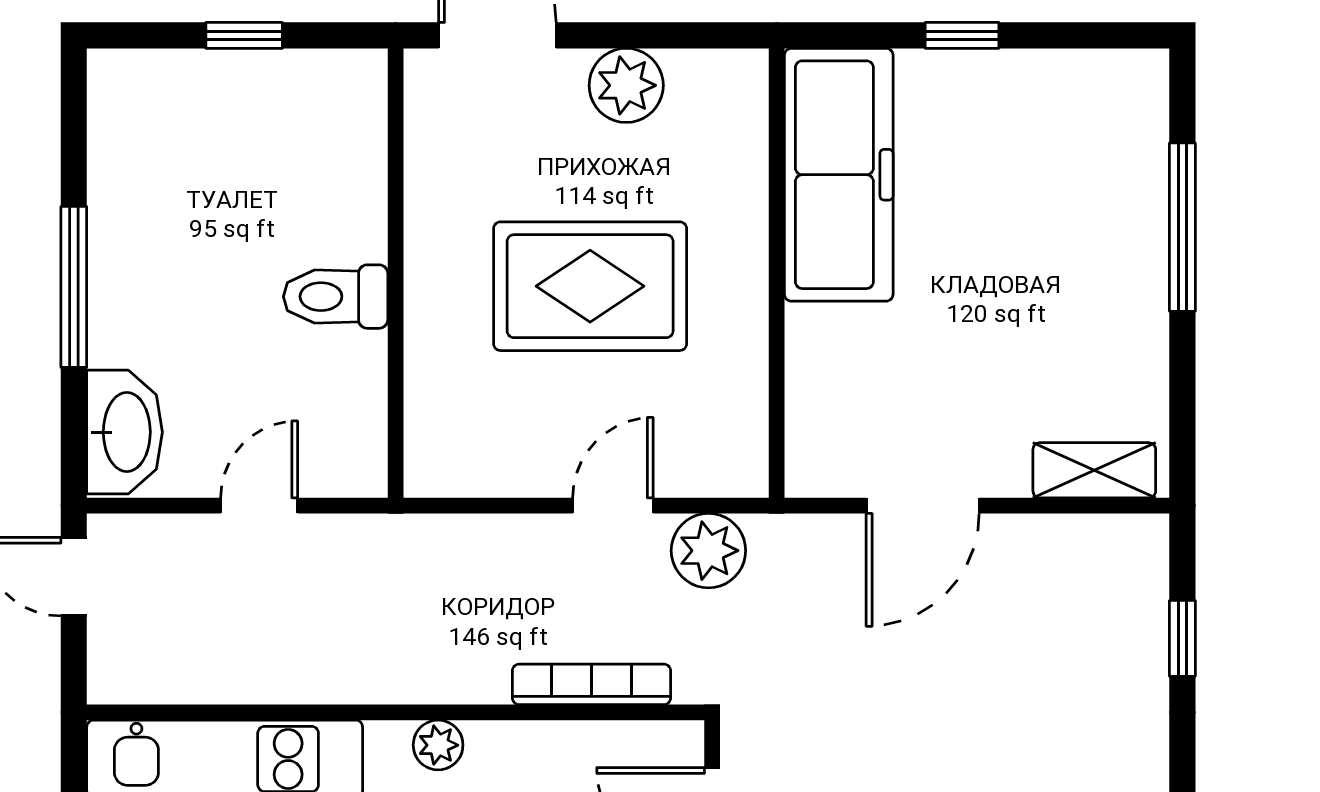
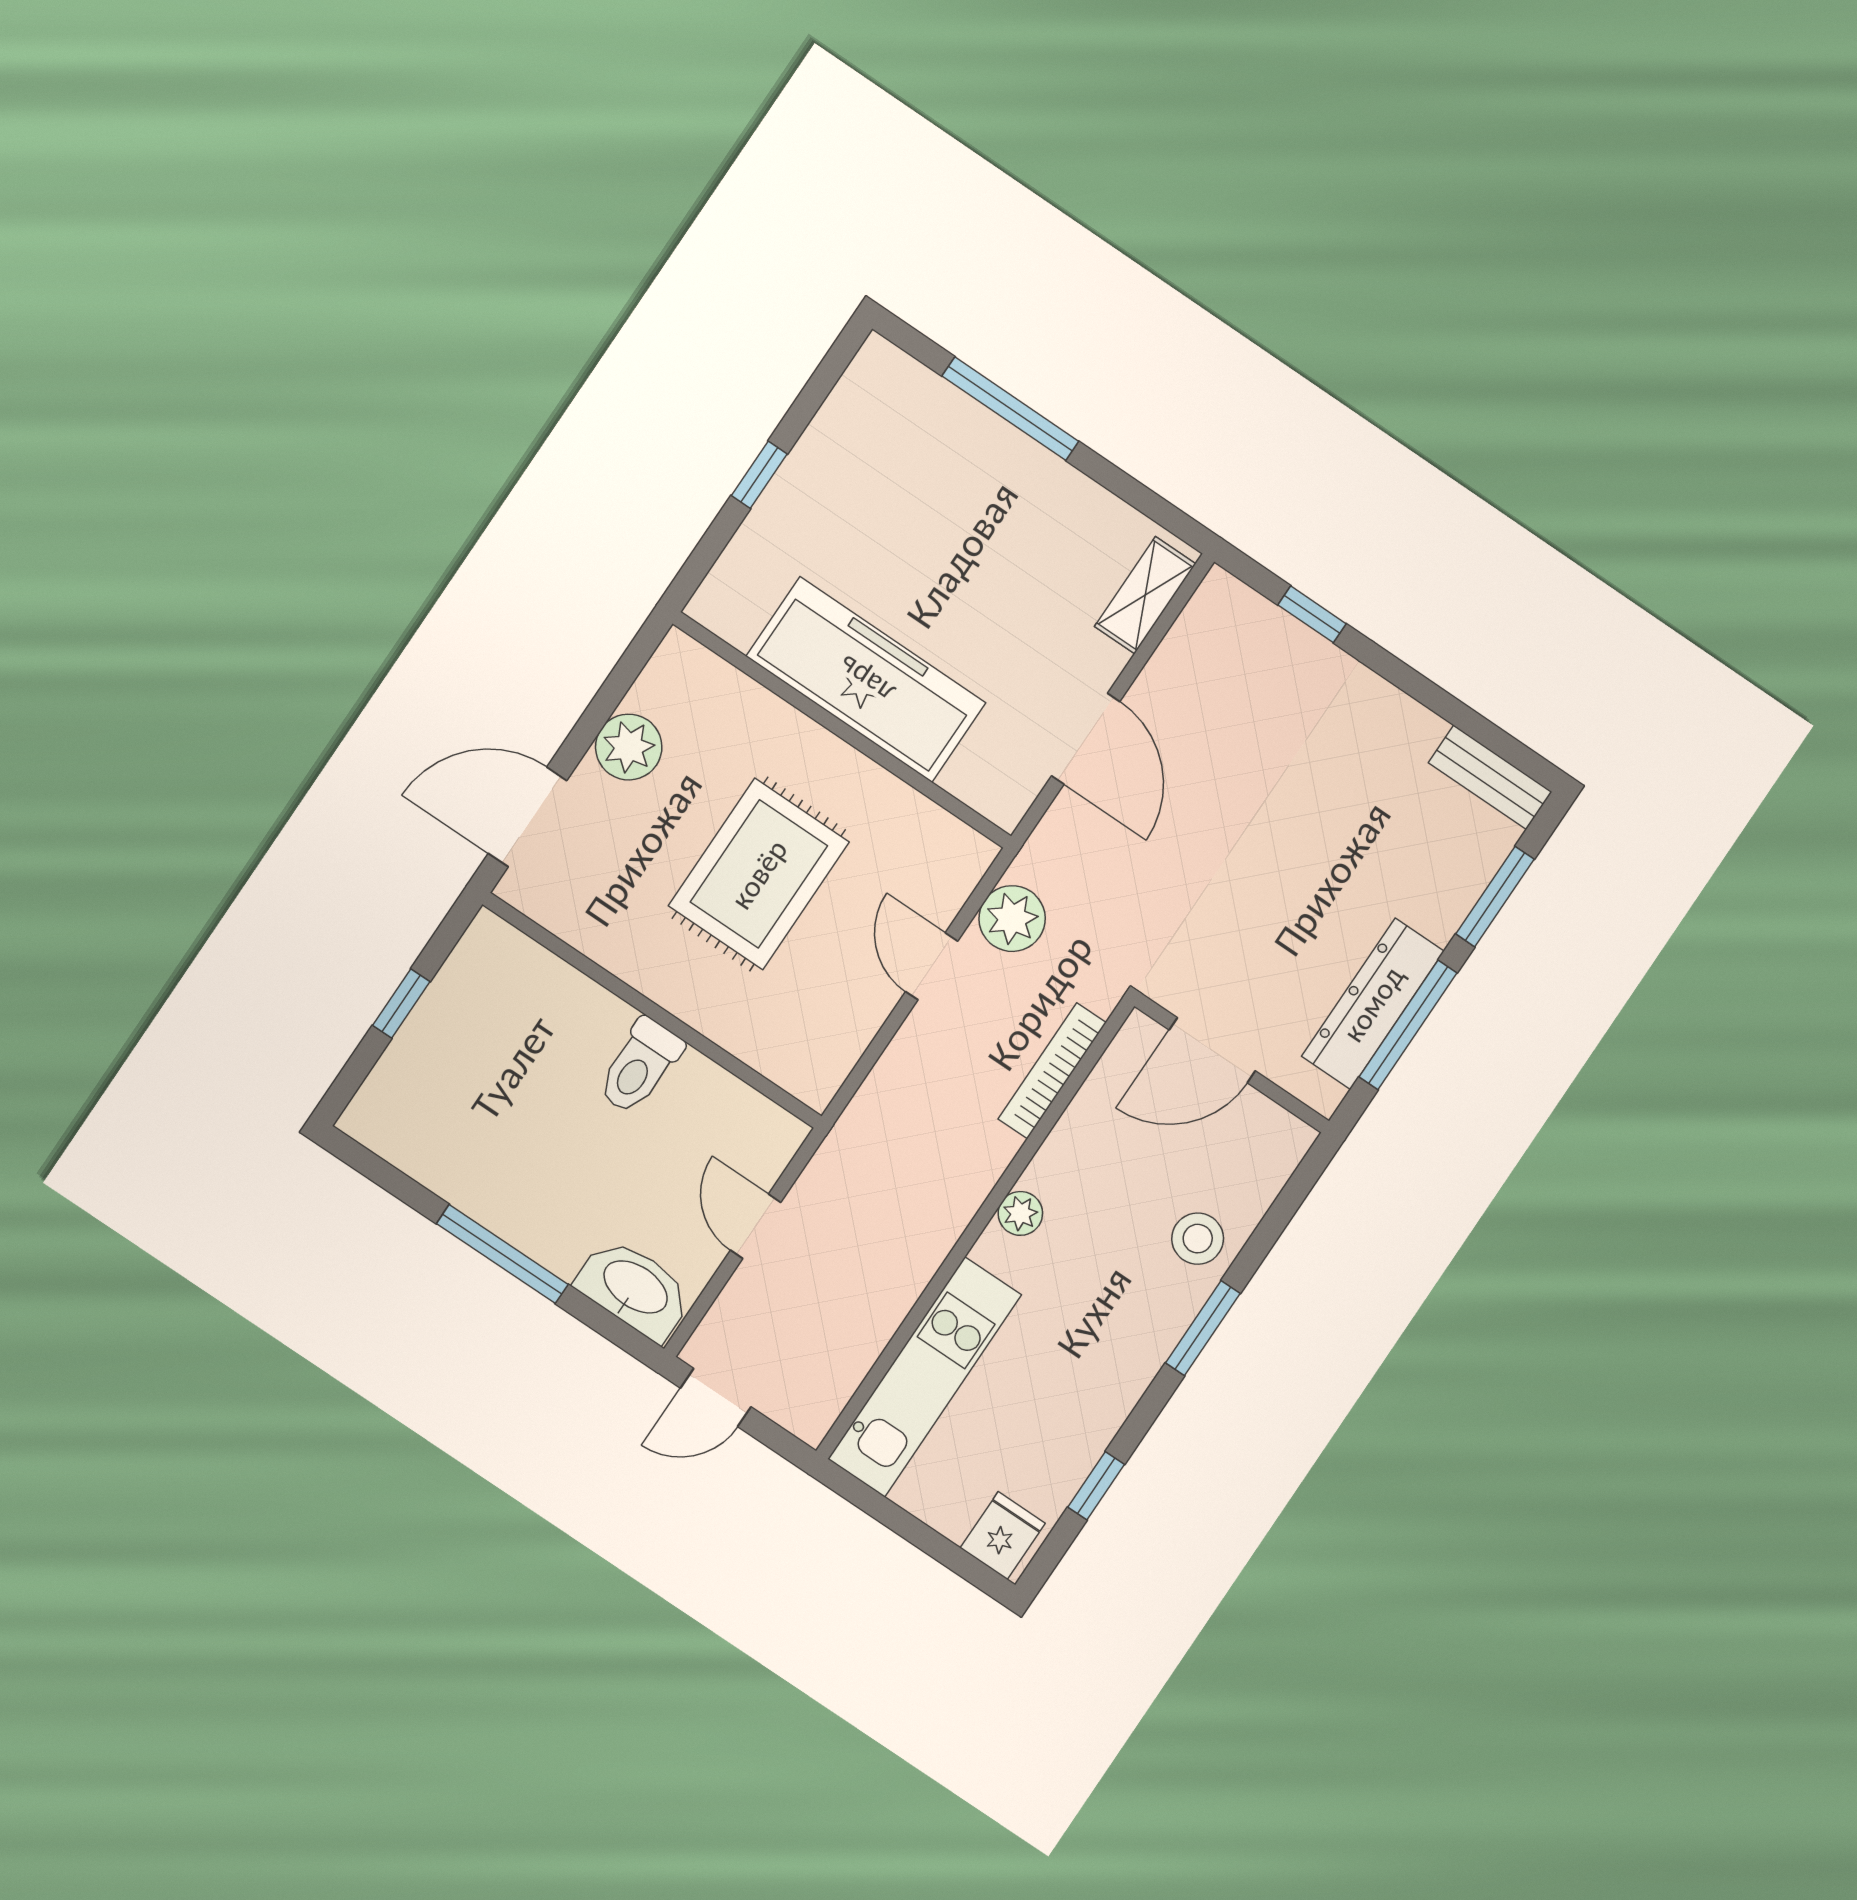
freezer: (839, 175) -> (866, 680), moved

